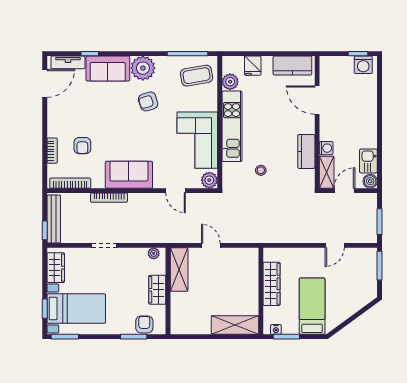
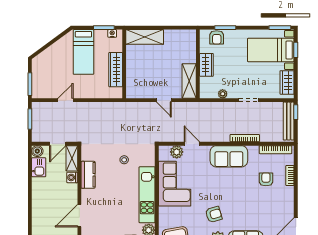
door: (317, 100) -> (79, 216), swing flipped
plant: (209, 180) -> (177, 152), moved
plant: (154, 253) -> (223, 94), moved

